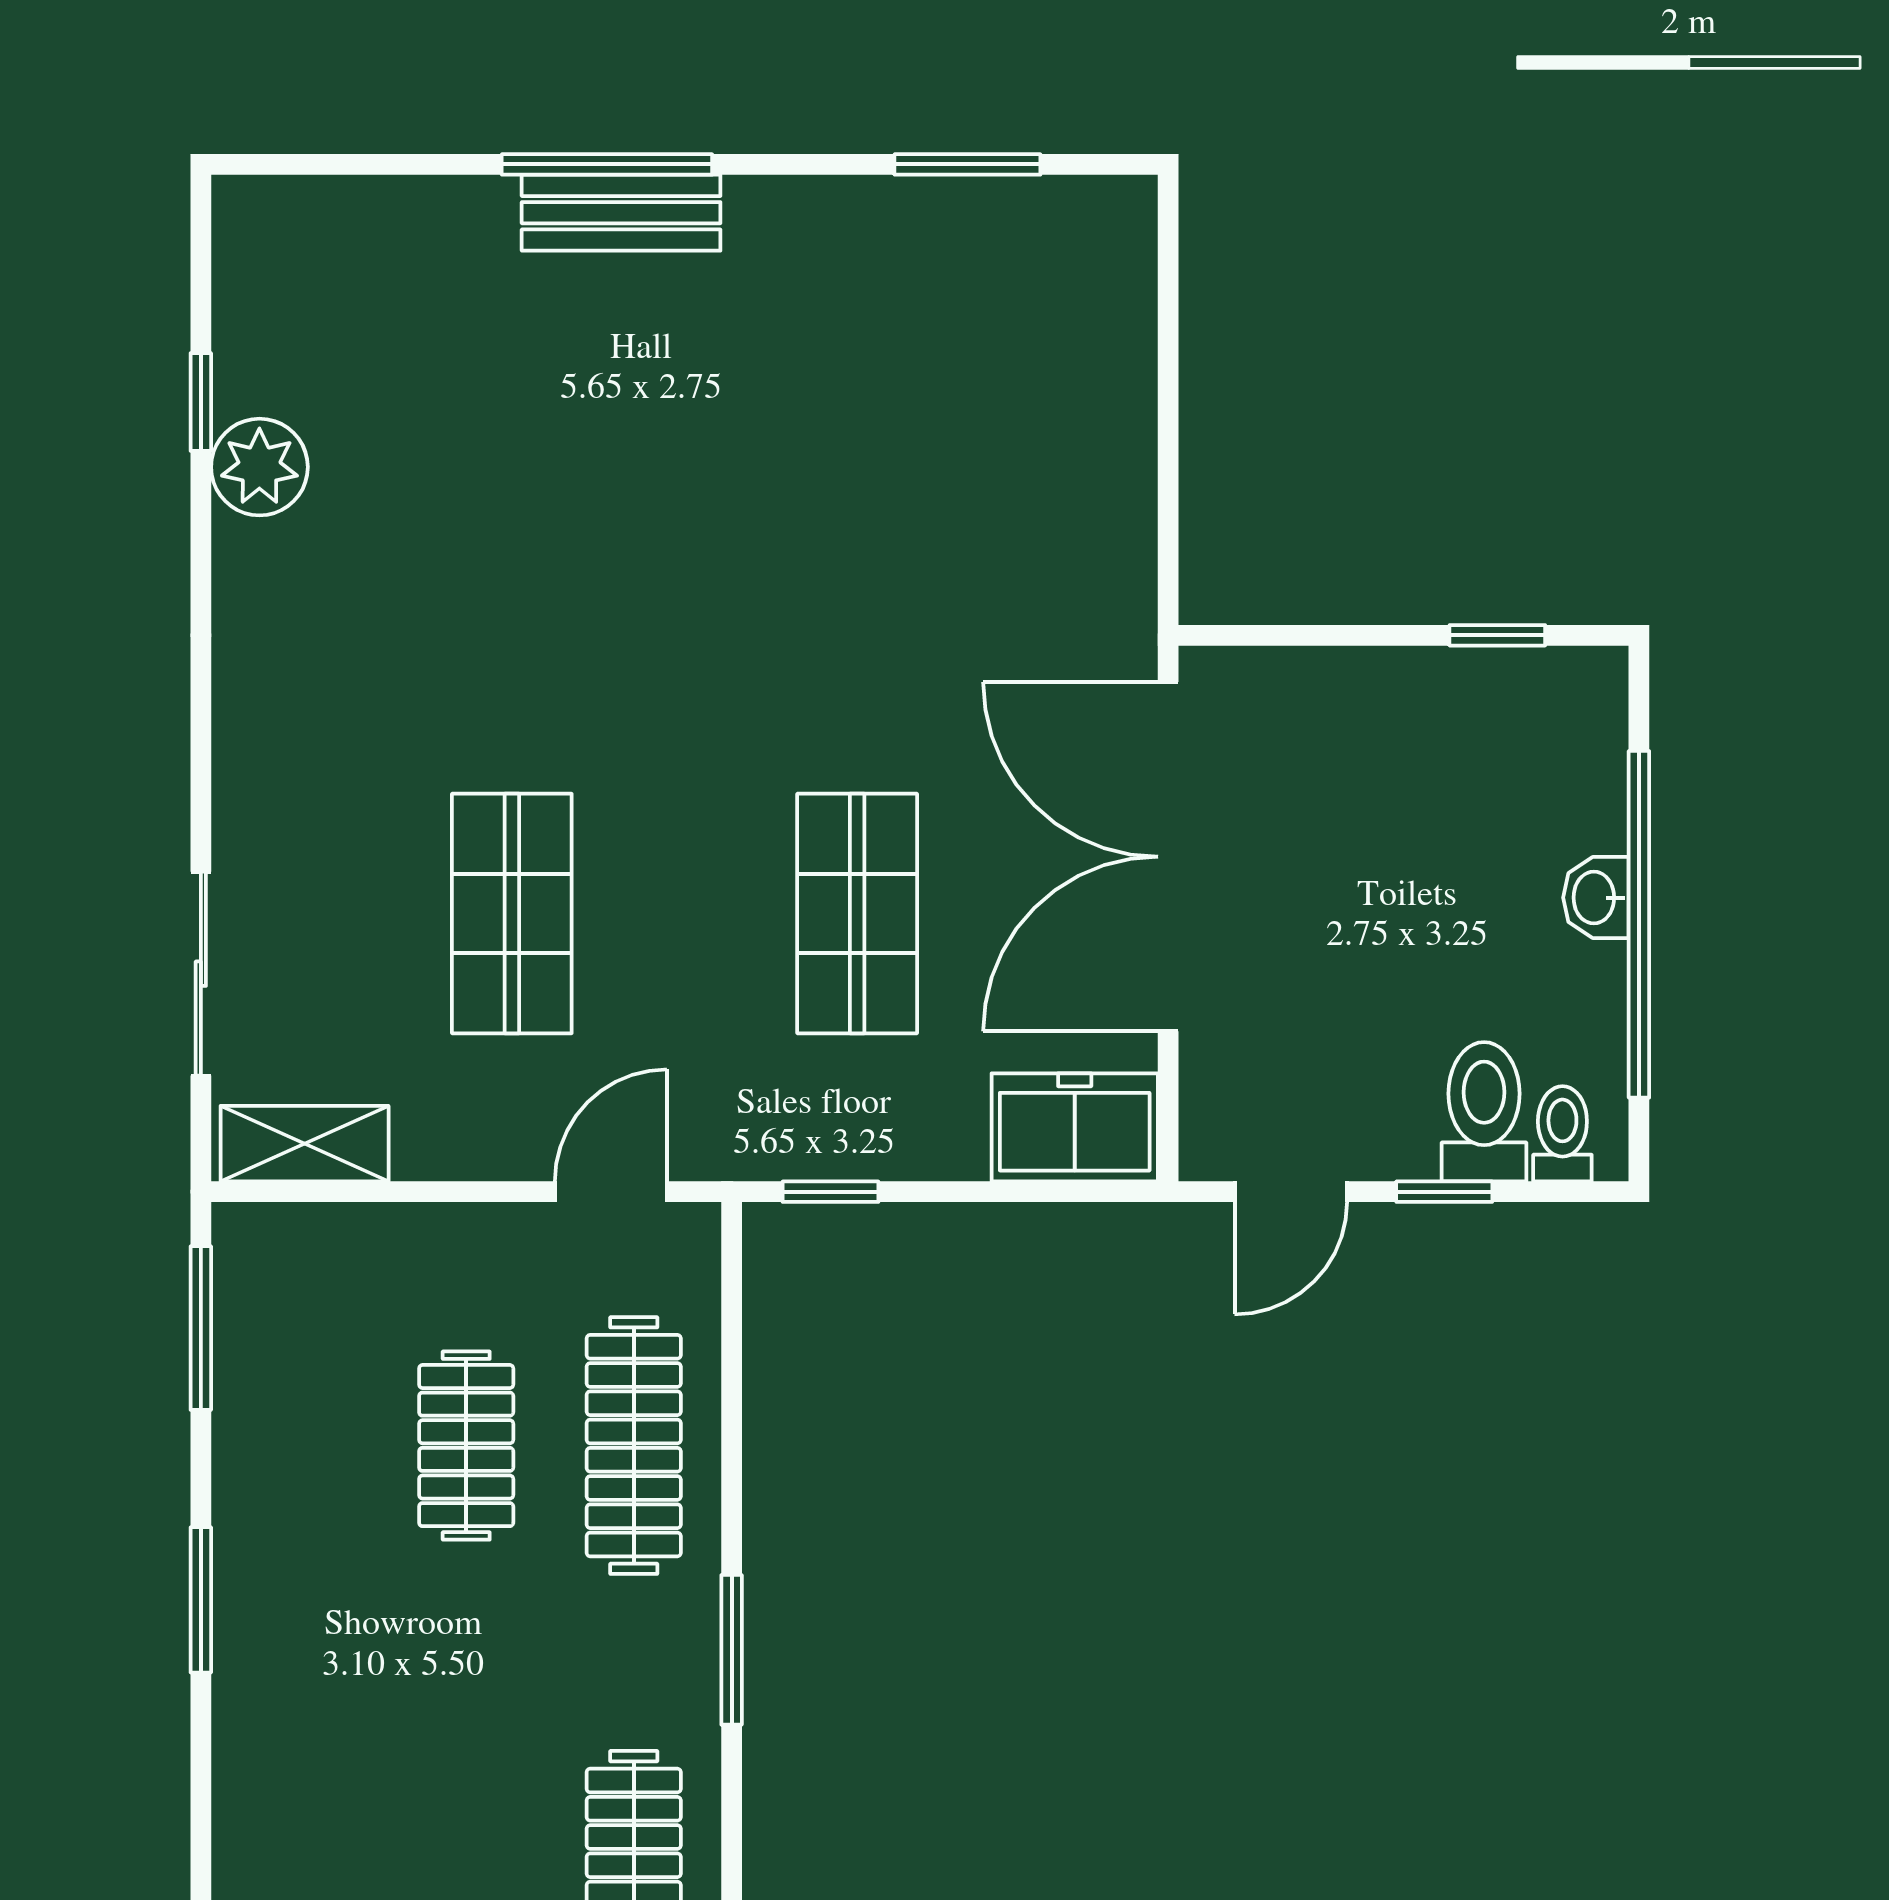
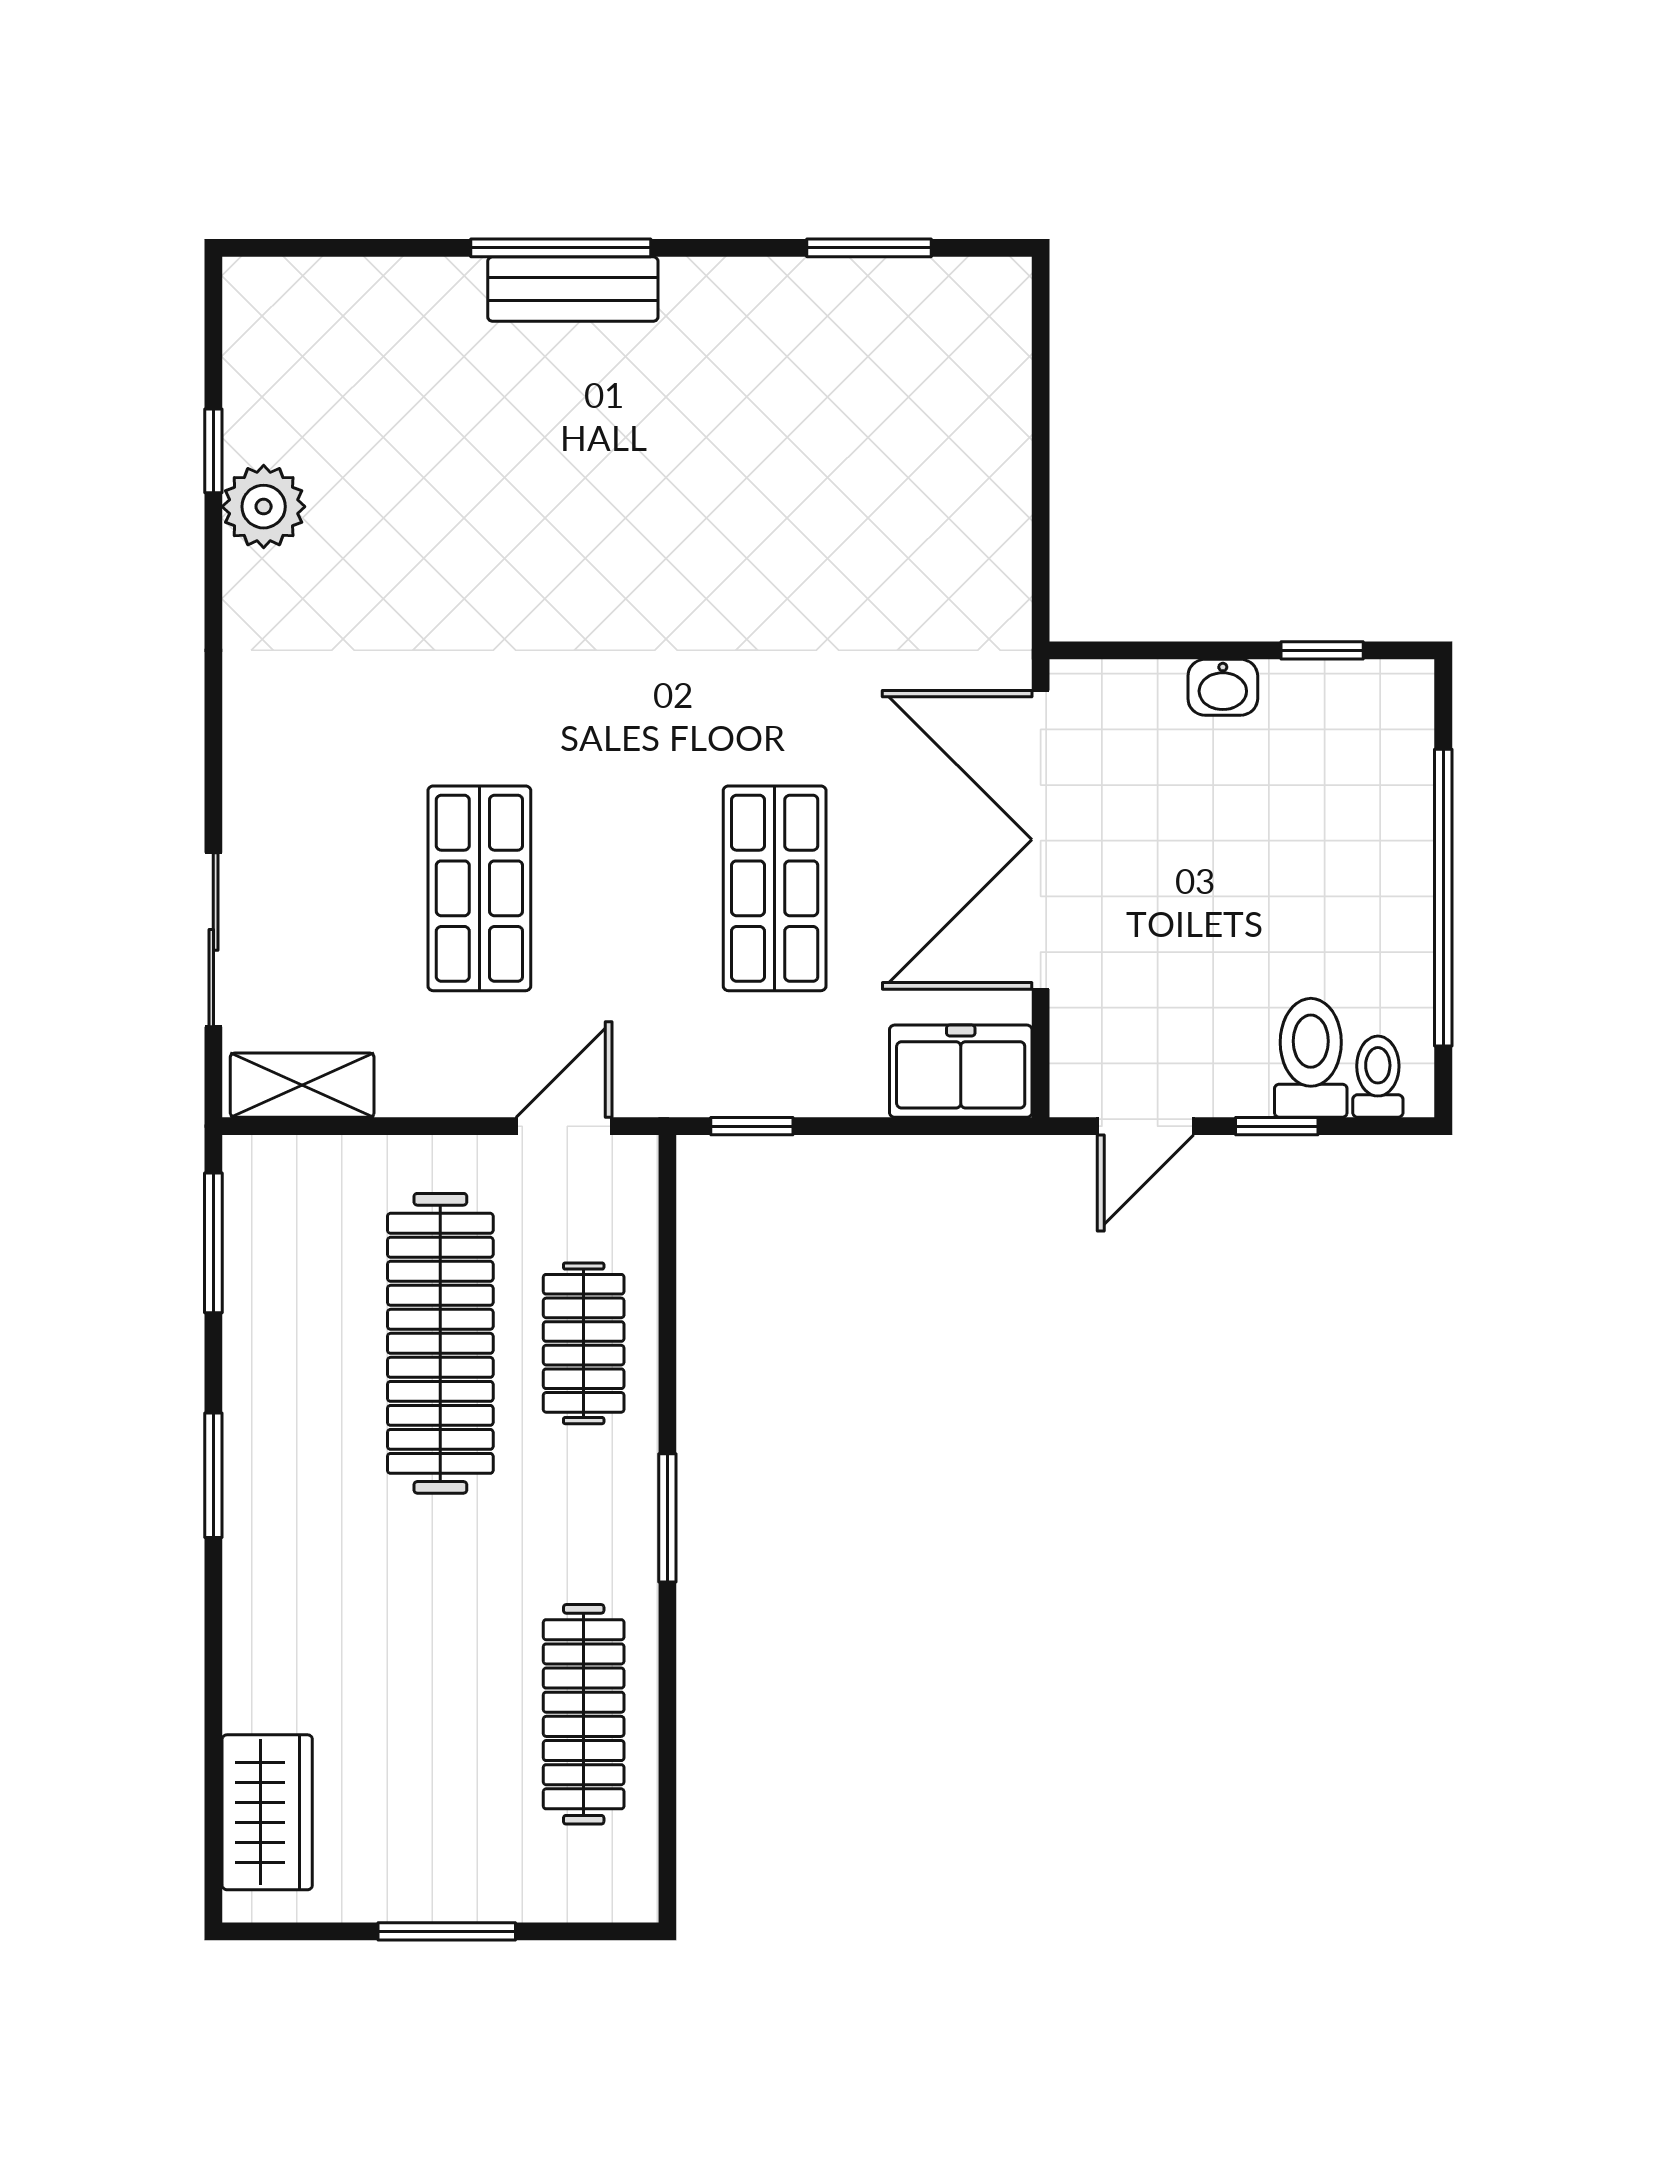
washbasin: (1596, 898) -> (1223, 687), moved, turned -90
clothes rail: (466, 1446) -> (440, 1343), width x1.86, depth x1.31
clothes rail: (634, 1446) -> (584, 1343), width x0.73

